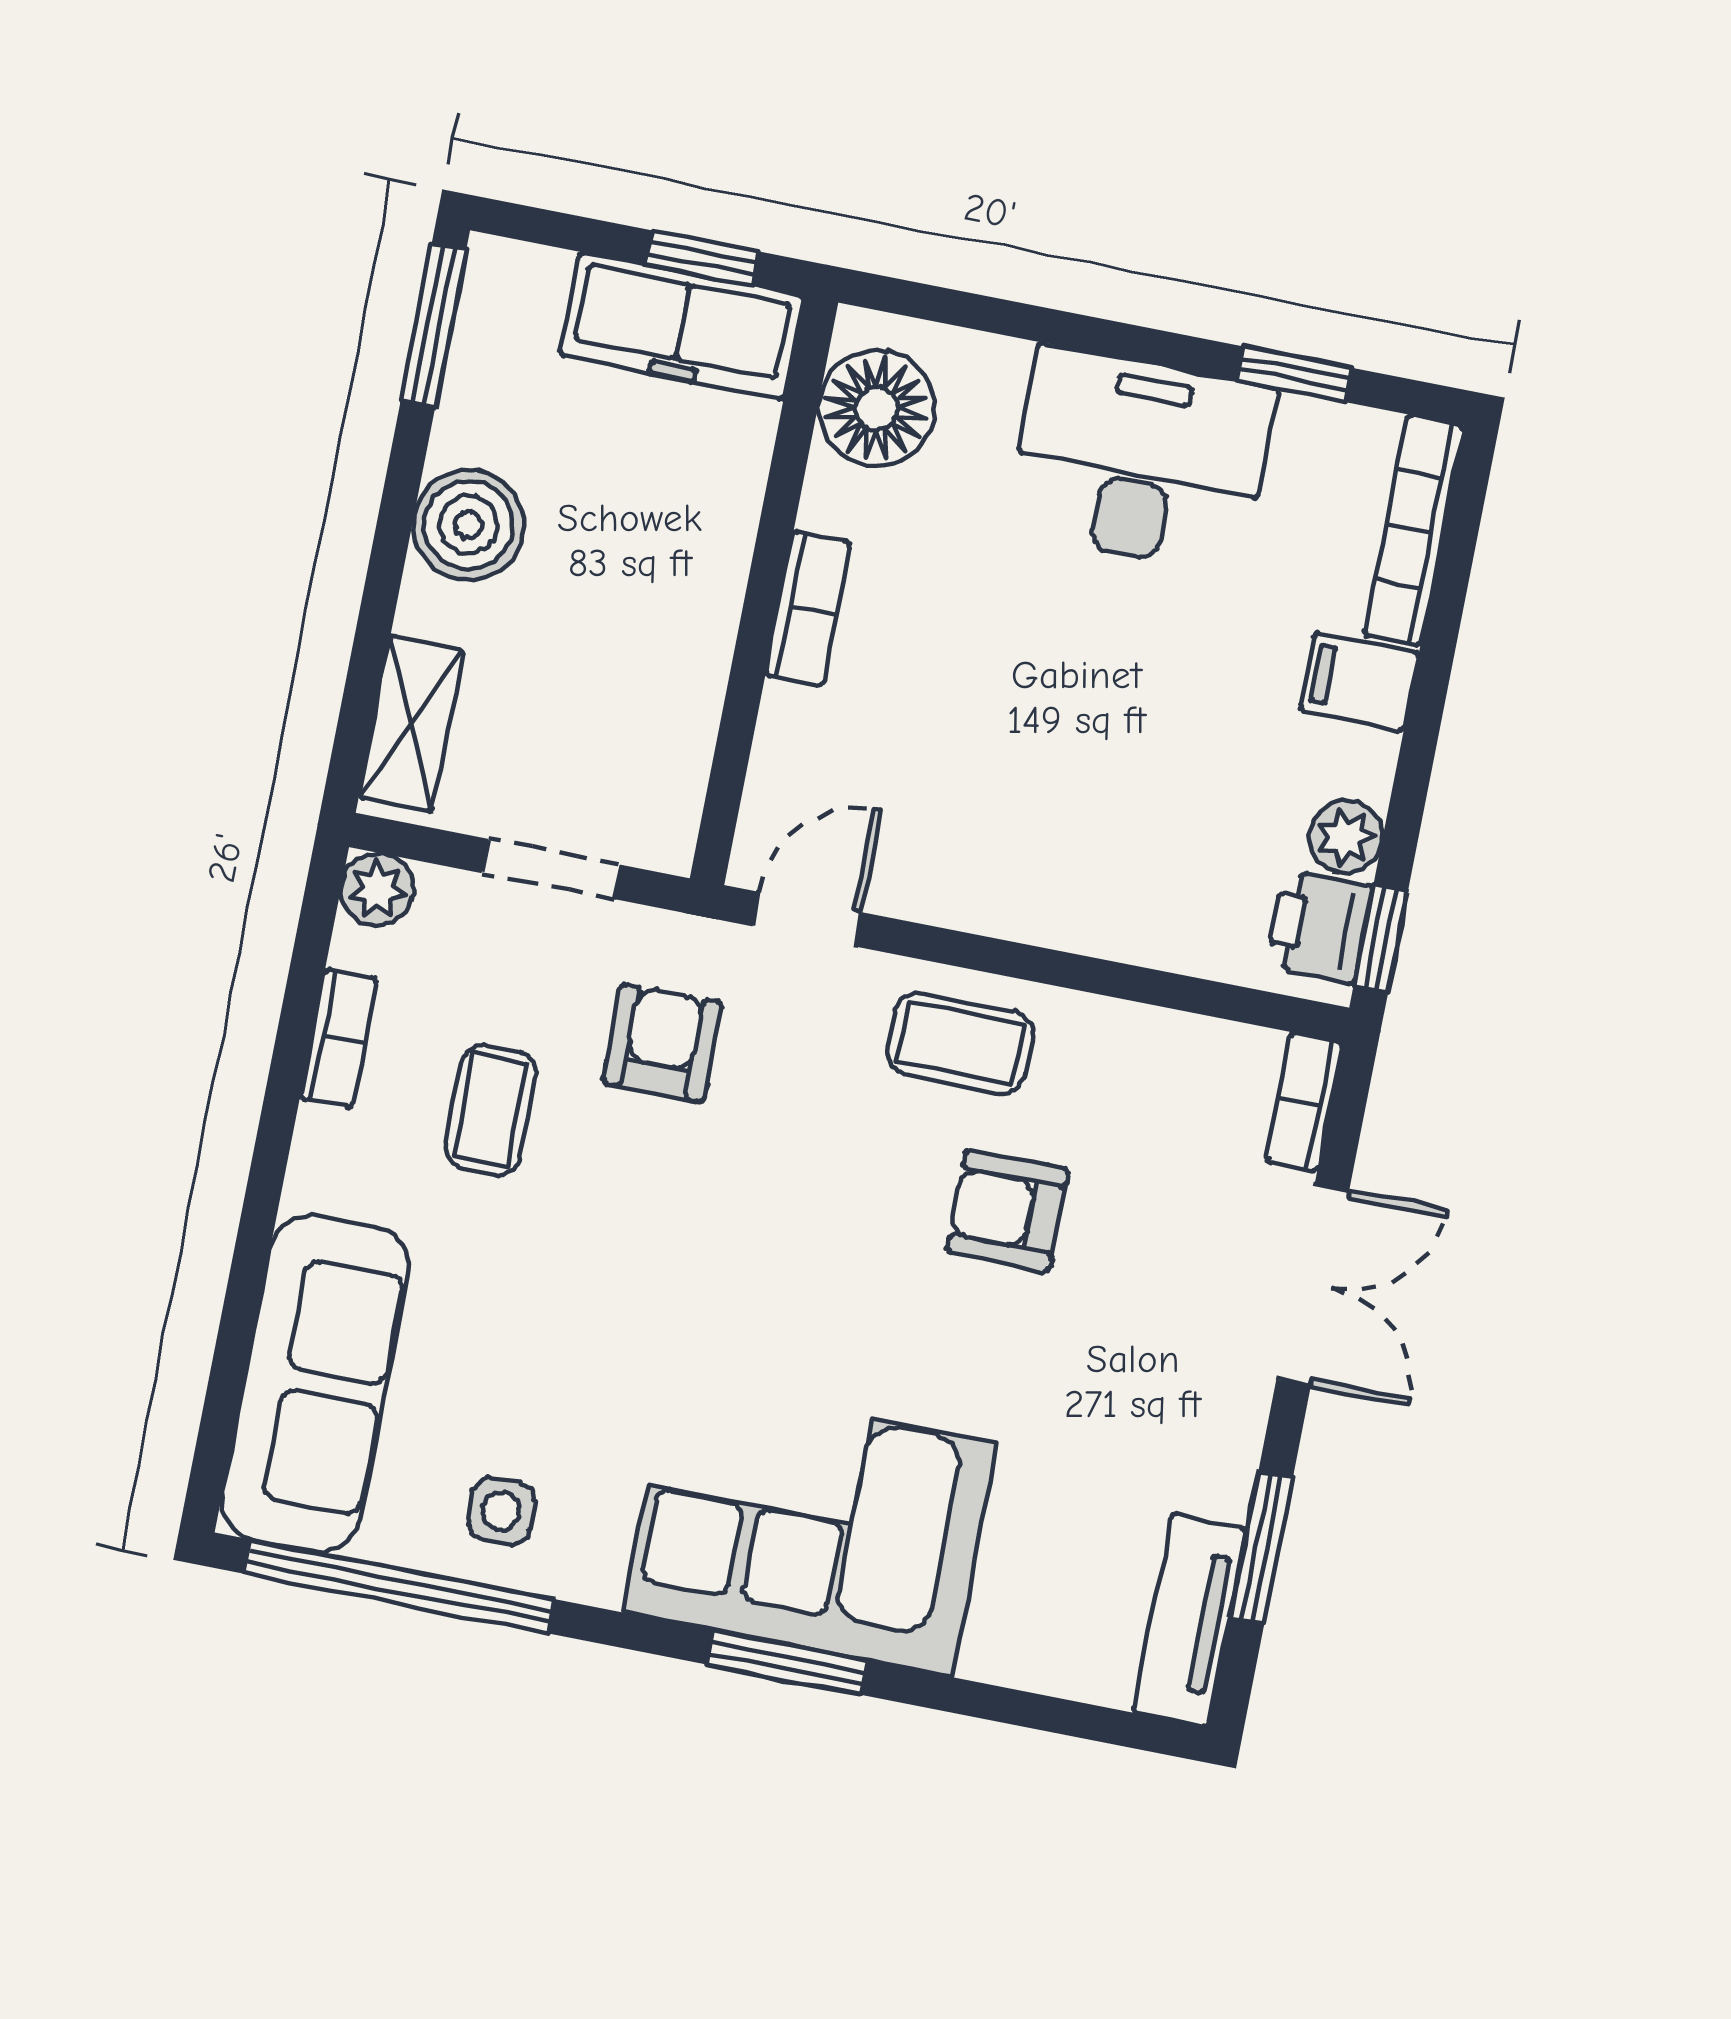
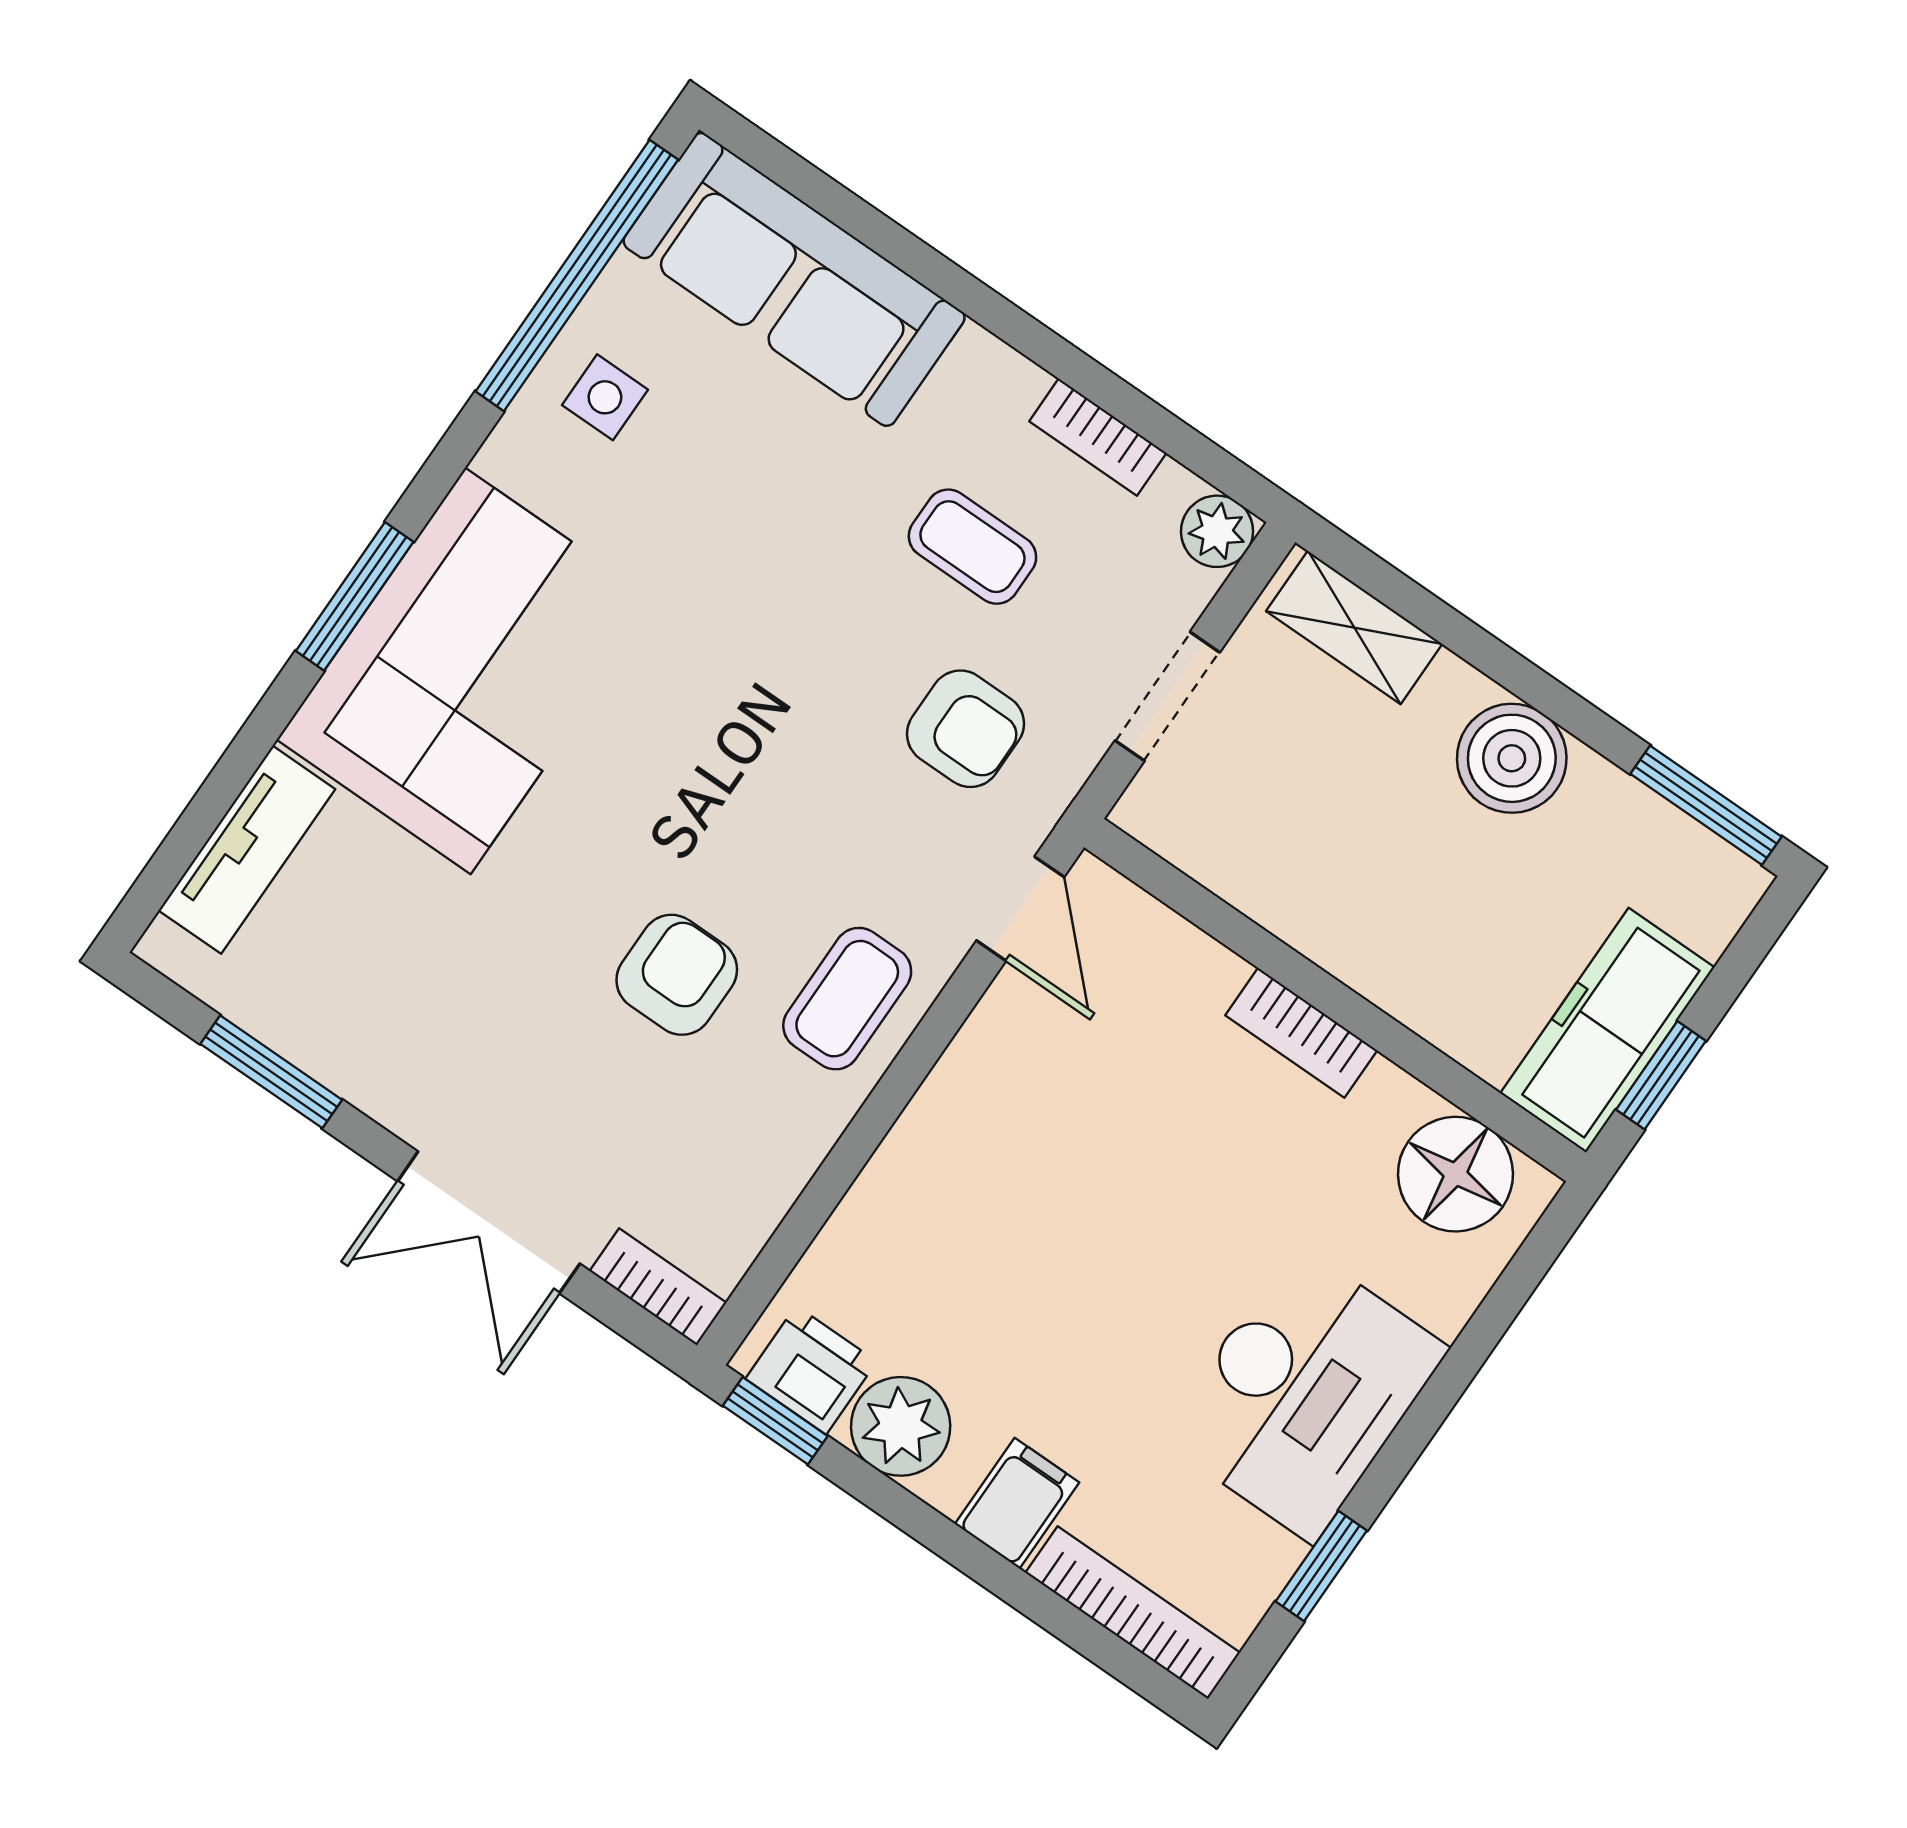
plant: (1346, 837) -> (901, 1426), width x1.38, depth x1.38
tv unit: (1190, 1620) -> (247, 850), moved, turned 90

